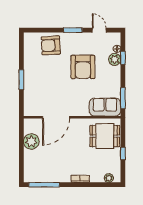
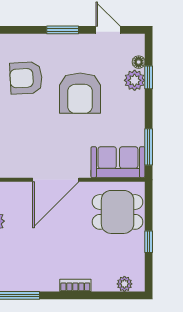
armchair: (51, 45) -> (26, 78), moved
door: (56, 117) -> (56, 180), moved

